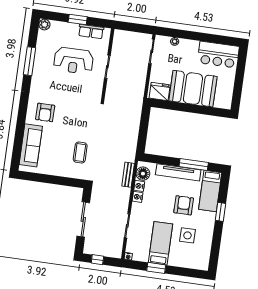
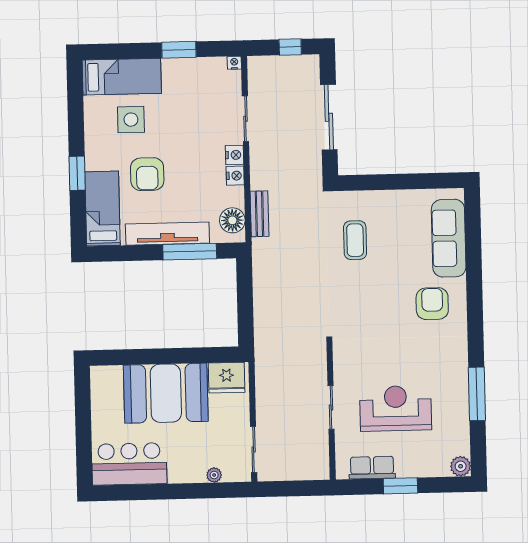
window: (194, 165) -> (190, 252), moved
nightstand: (139, 186) -> (235, 155), moved
bed: (161, 243) -> (122, 77), moved, turned -90

